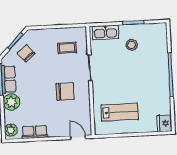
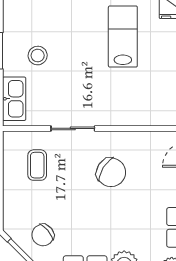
chair: (65, 92) -> (111, 172), turned 122
lab bench: (120, 112) -> (123, 37), moved

